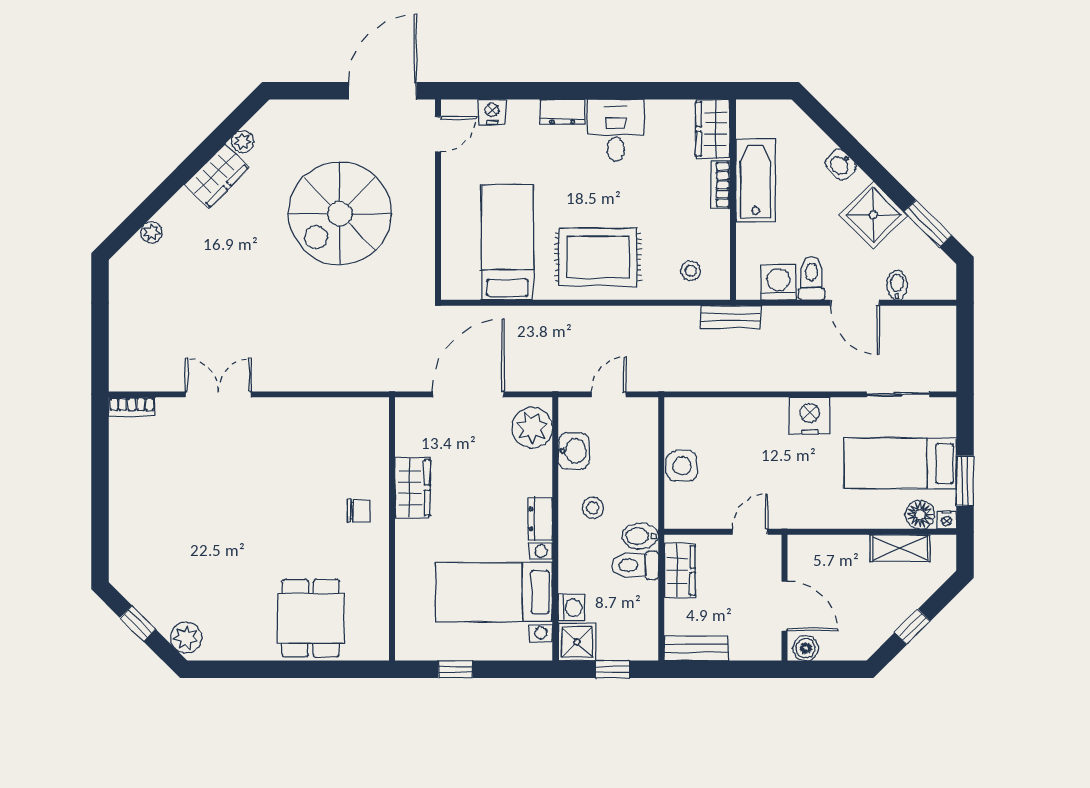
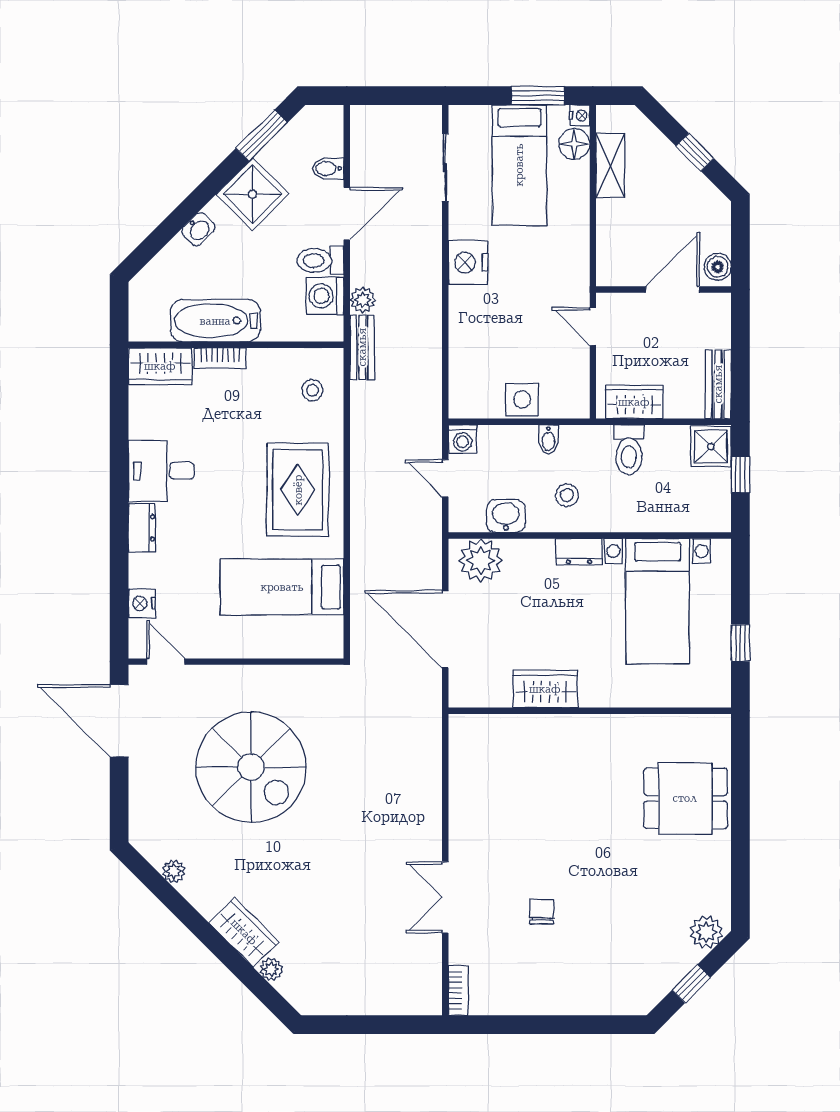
wardrobe: (217, 176) -> (244, 932), moved
plant: (775, 318) -> (363, 300), added
chair: (358, 511) -> (542, 912), moved
bidet: (640, 536) -> (548, 439), moved, width x0.72, depth x0.74
washing machine: (571, 608) -> (463, 439), moved, turned 180
shower: (577, 642) -> (711, 446), moved

